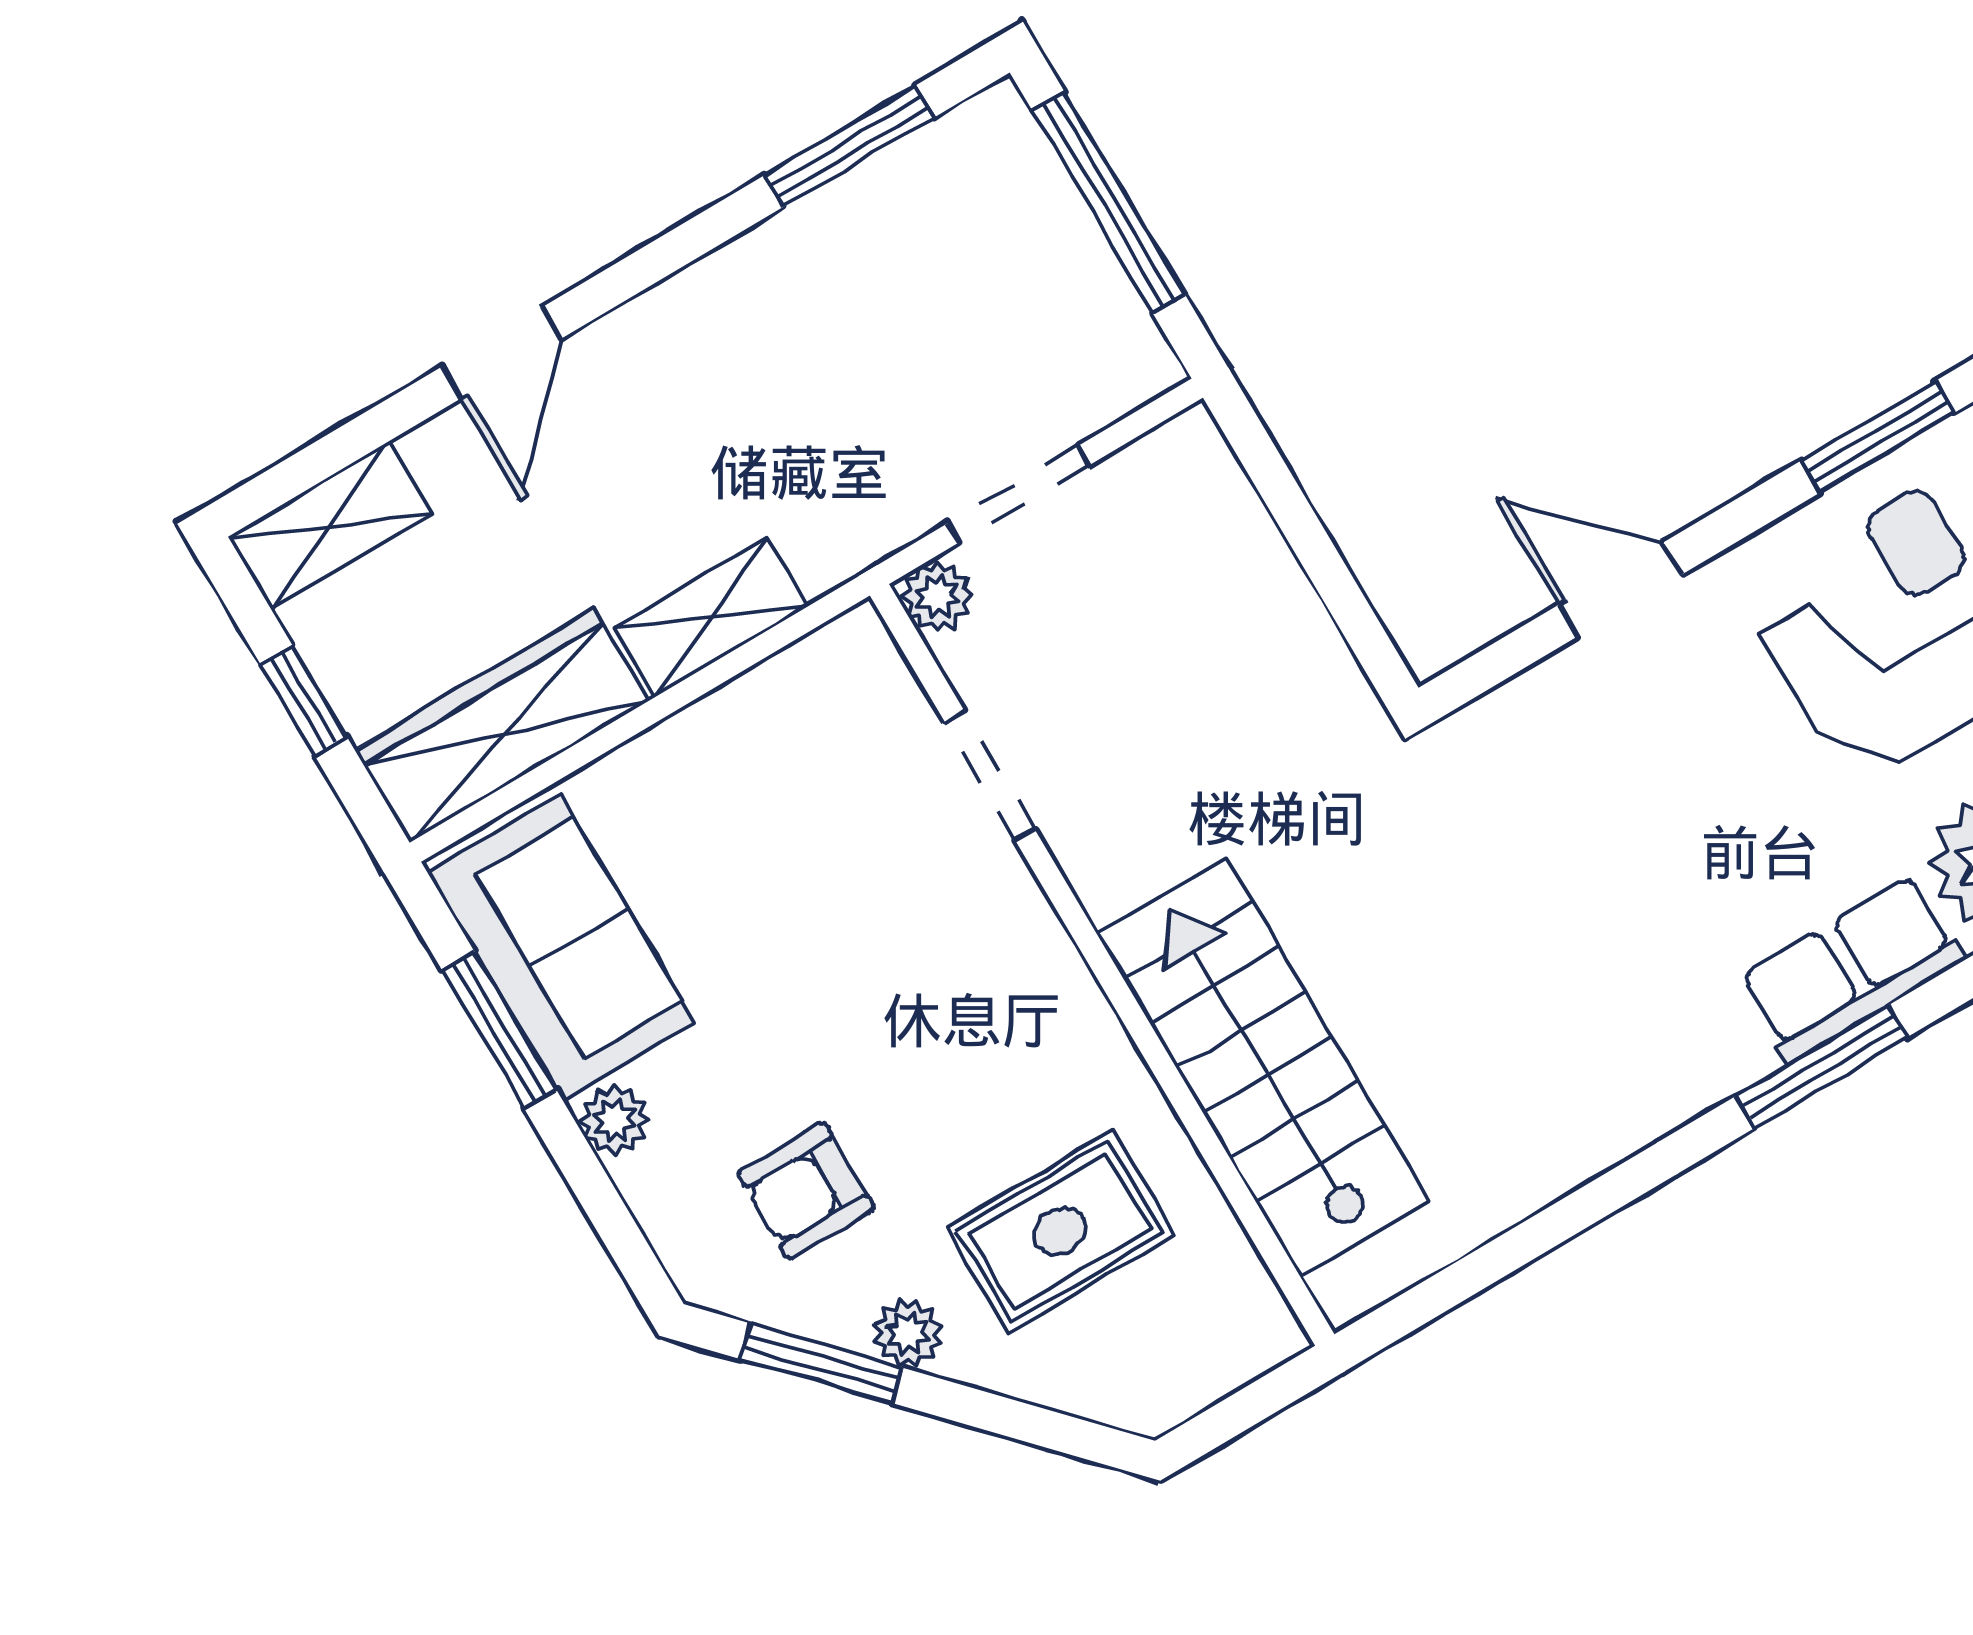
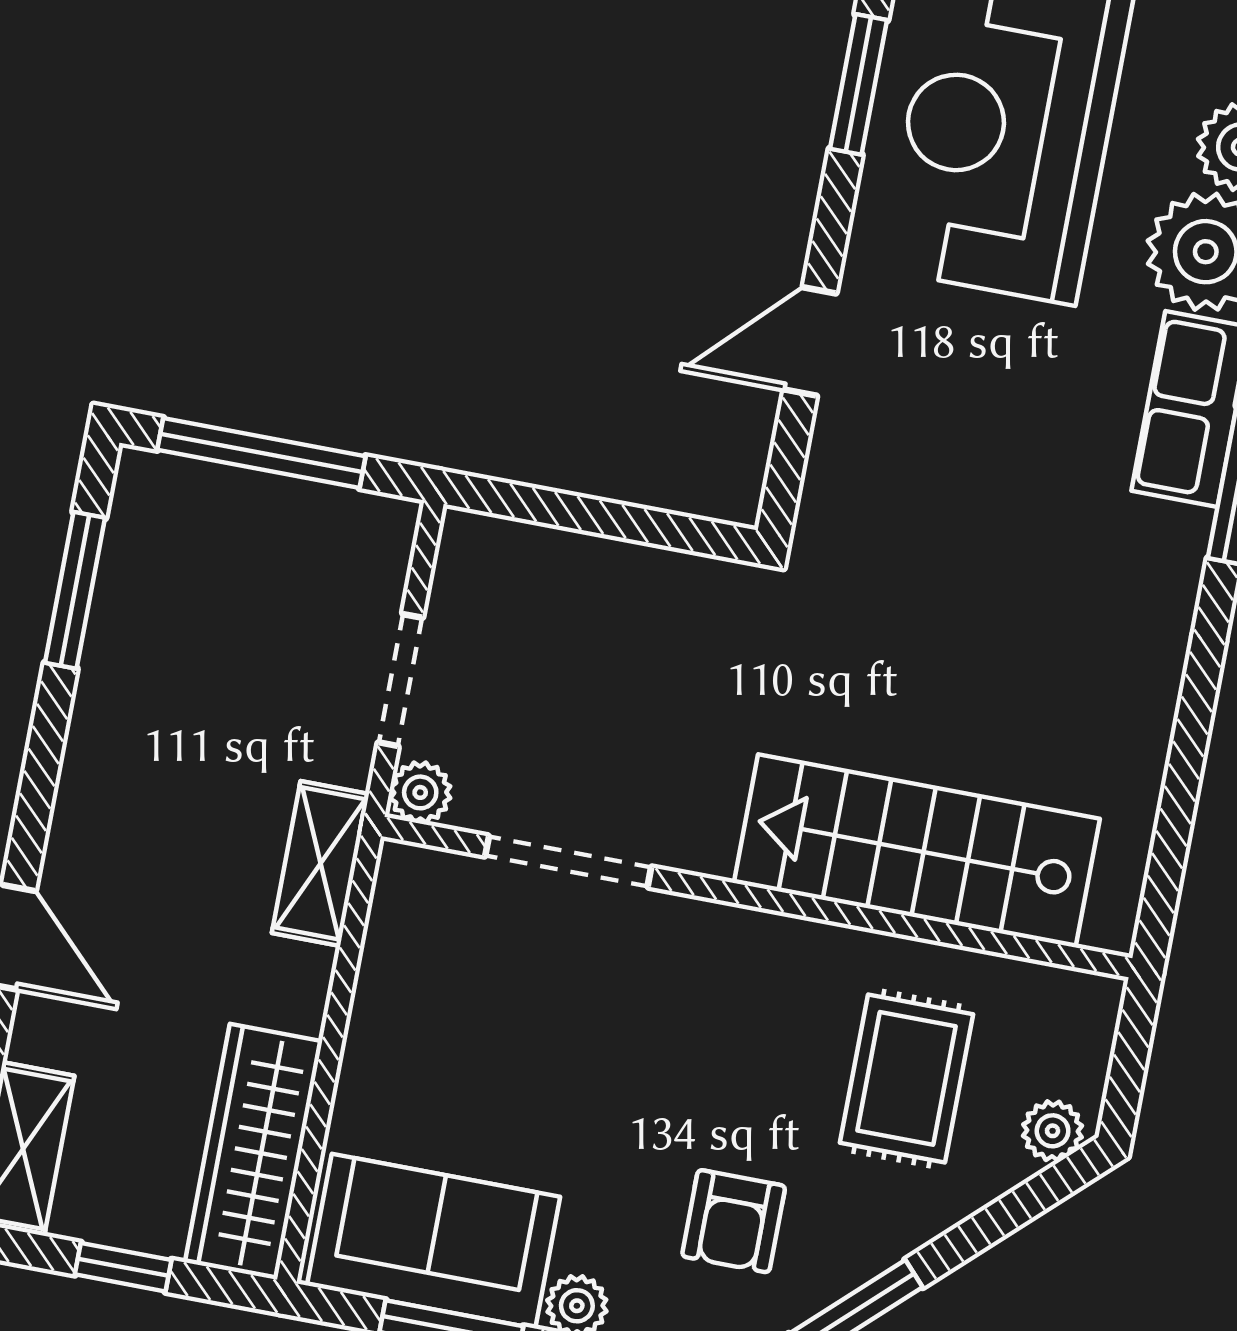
shelving: (711, 617) -> (320, 863), moved
doorway: (990, 776) -> (568, 862), width x1.38
plant: (908, 1333) -> (1053, 1131), moved

